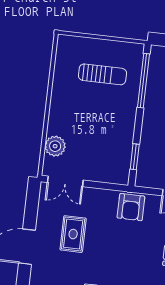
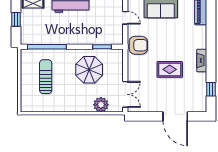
parasol: (105, 135) -> (89, 70), added
rug: (73, 234) -> (170, 69), moved

